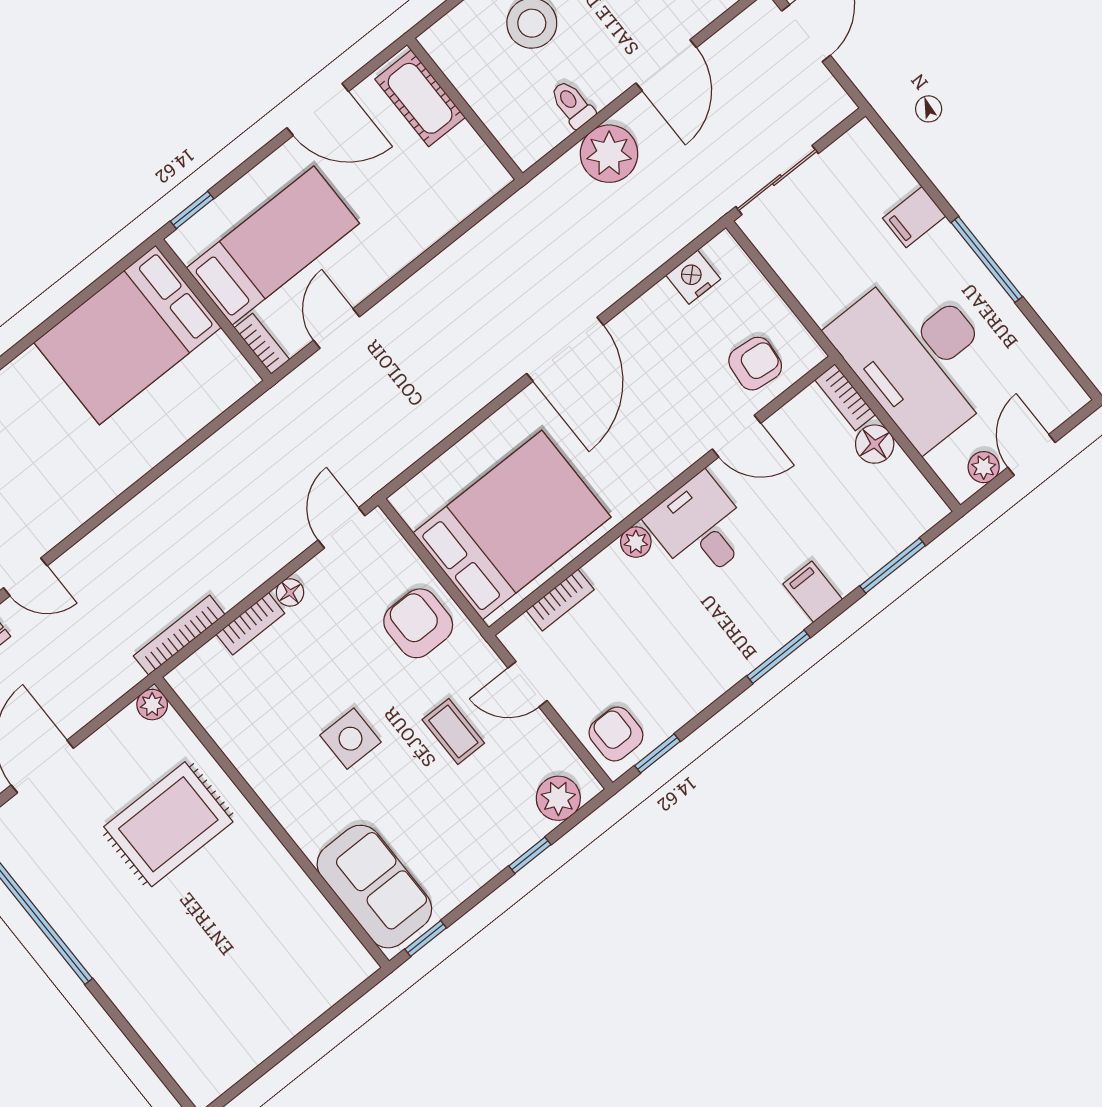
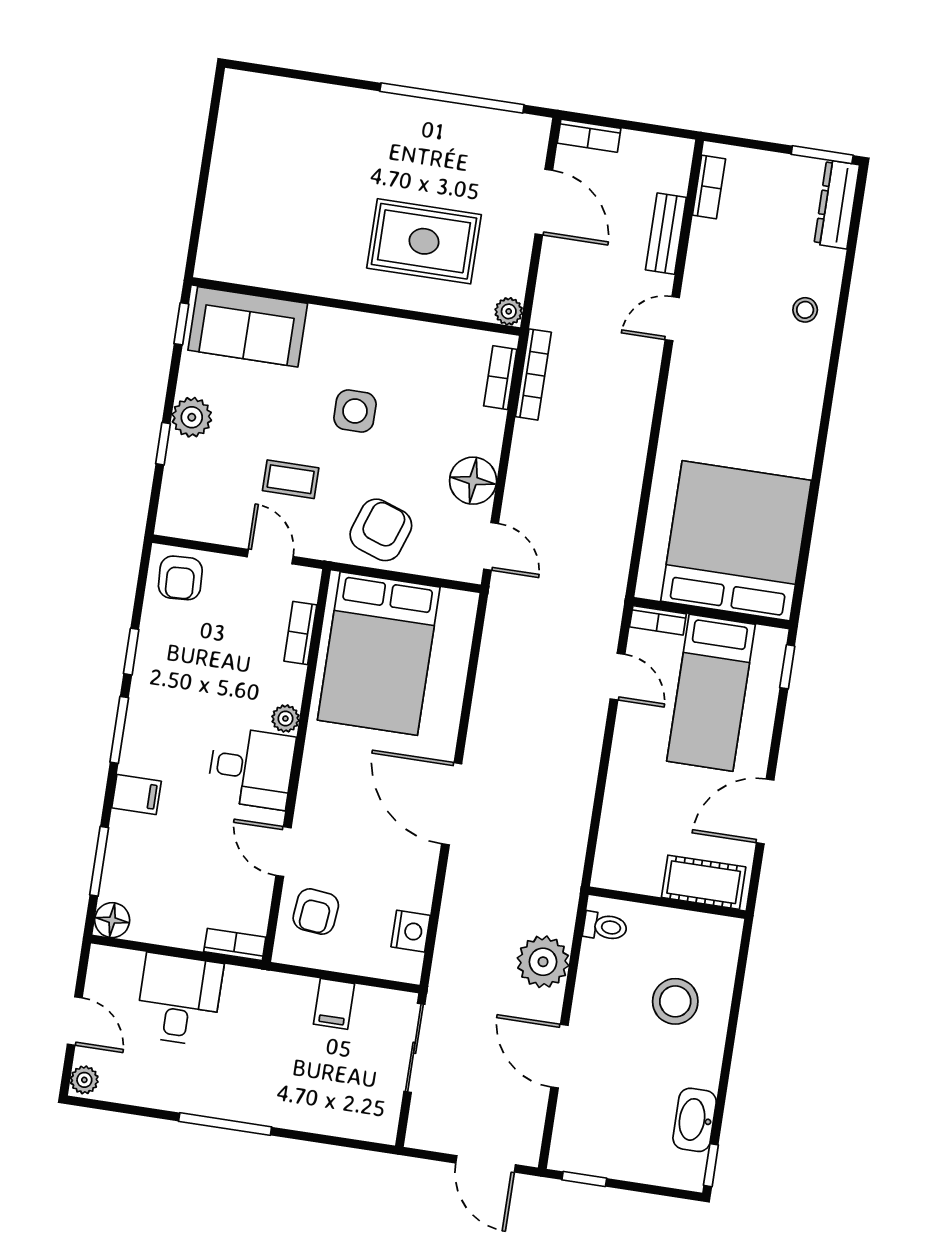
toilet: (572, 104) -> (605, 927), moved
filing cabinet: (914, 217) -> (334, 1004), moved, turned 180
bed: (127, 335) -> (736, 541), width x1.36
desk: (919, 356) -> (179, 1000), width x0.53, depth x0.77
door: (737, 436) -> (283, 852), hinge flipped
floor lamp: (875, 444) -> (112, 920), moved
plant: (984, 467) -> (84, 1080), moved
floor lamp: (290, 593) -> (473, 481), width x1.89, depth x1.89
armchair: (418, 623) -> (381, 530), turned -71
bookcase: (250, 624) -> (500, 378), moved
door: (528, 684) -> (270, 557), hinge flipped
armchair: (616, 734) -> (180, 578), turned 87
window: (657, 753) -> (131, 652), moved
plant: (558, 798) -> (192, 417), moved
rug: (168, 824) -> (424, 241), turned 90

